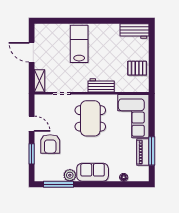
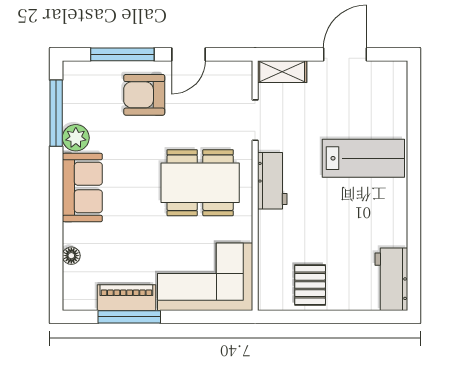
workbench: (101, 85) -> (272, 181), moved
window: (32, 154) -> (122, 54), width x1.44

